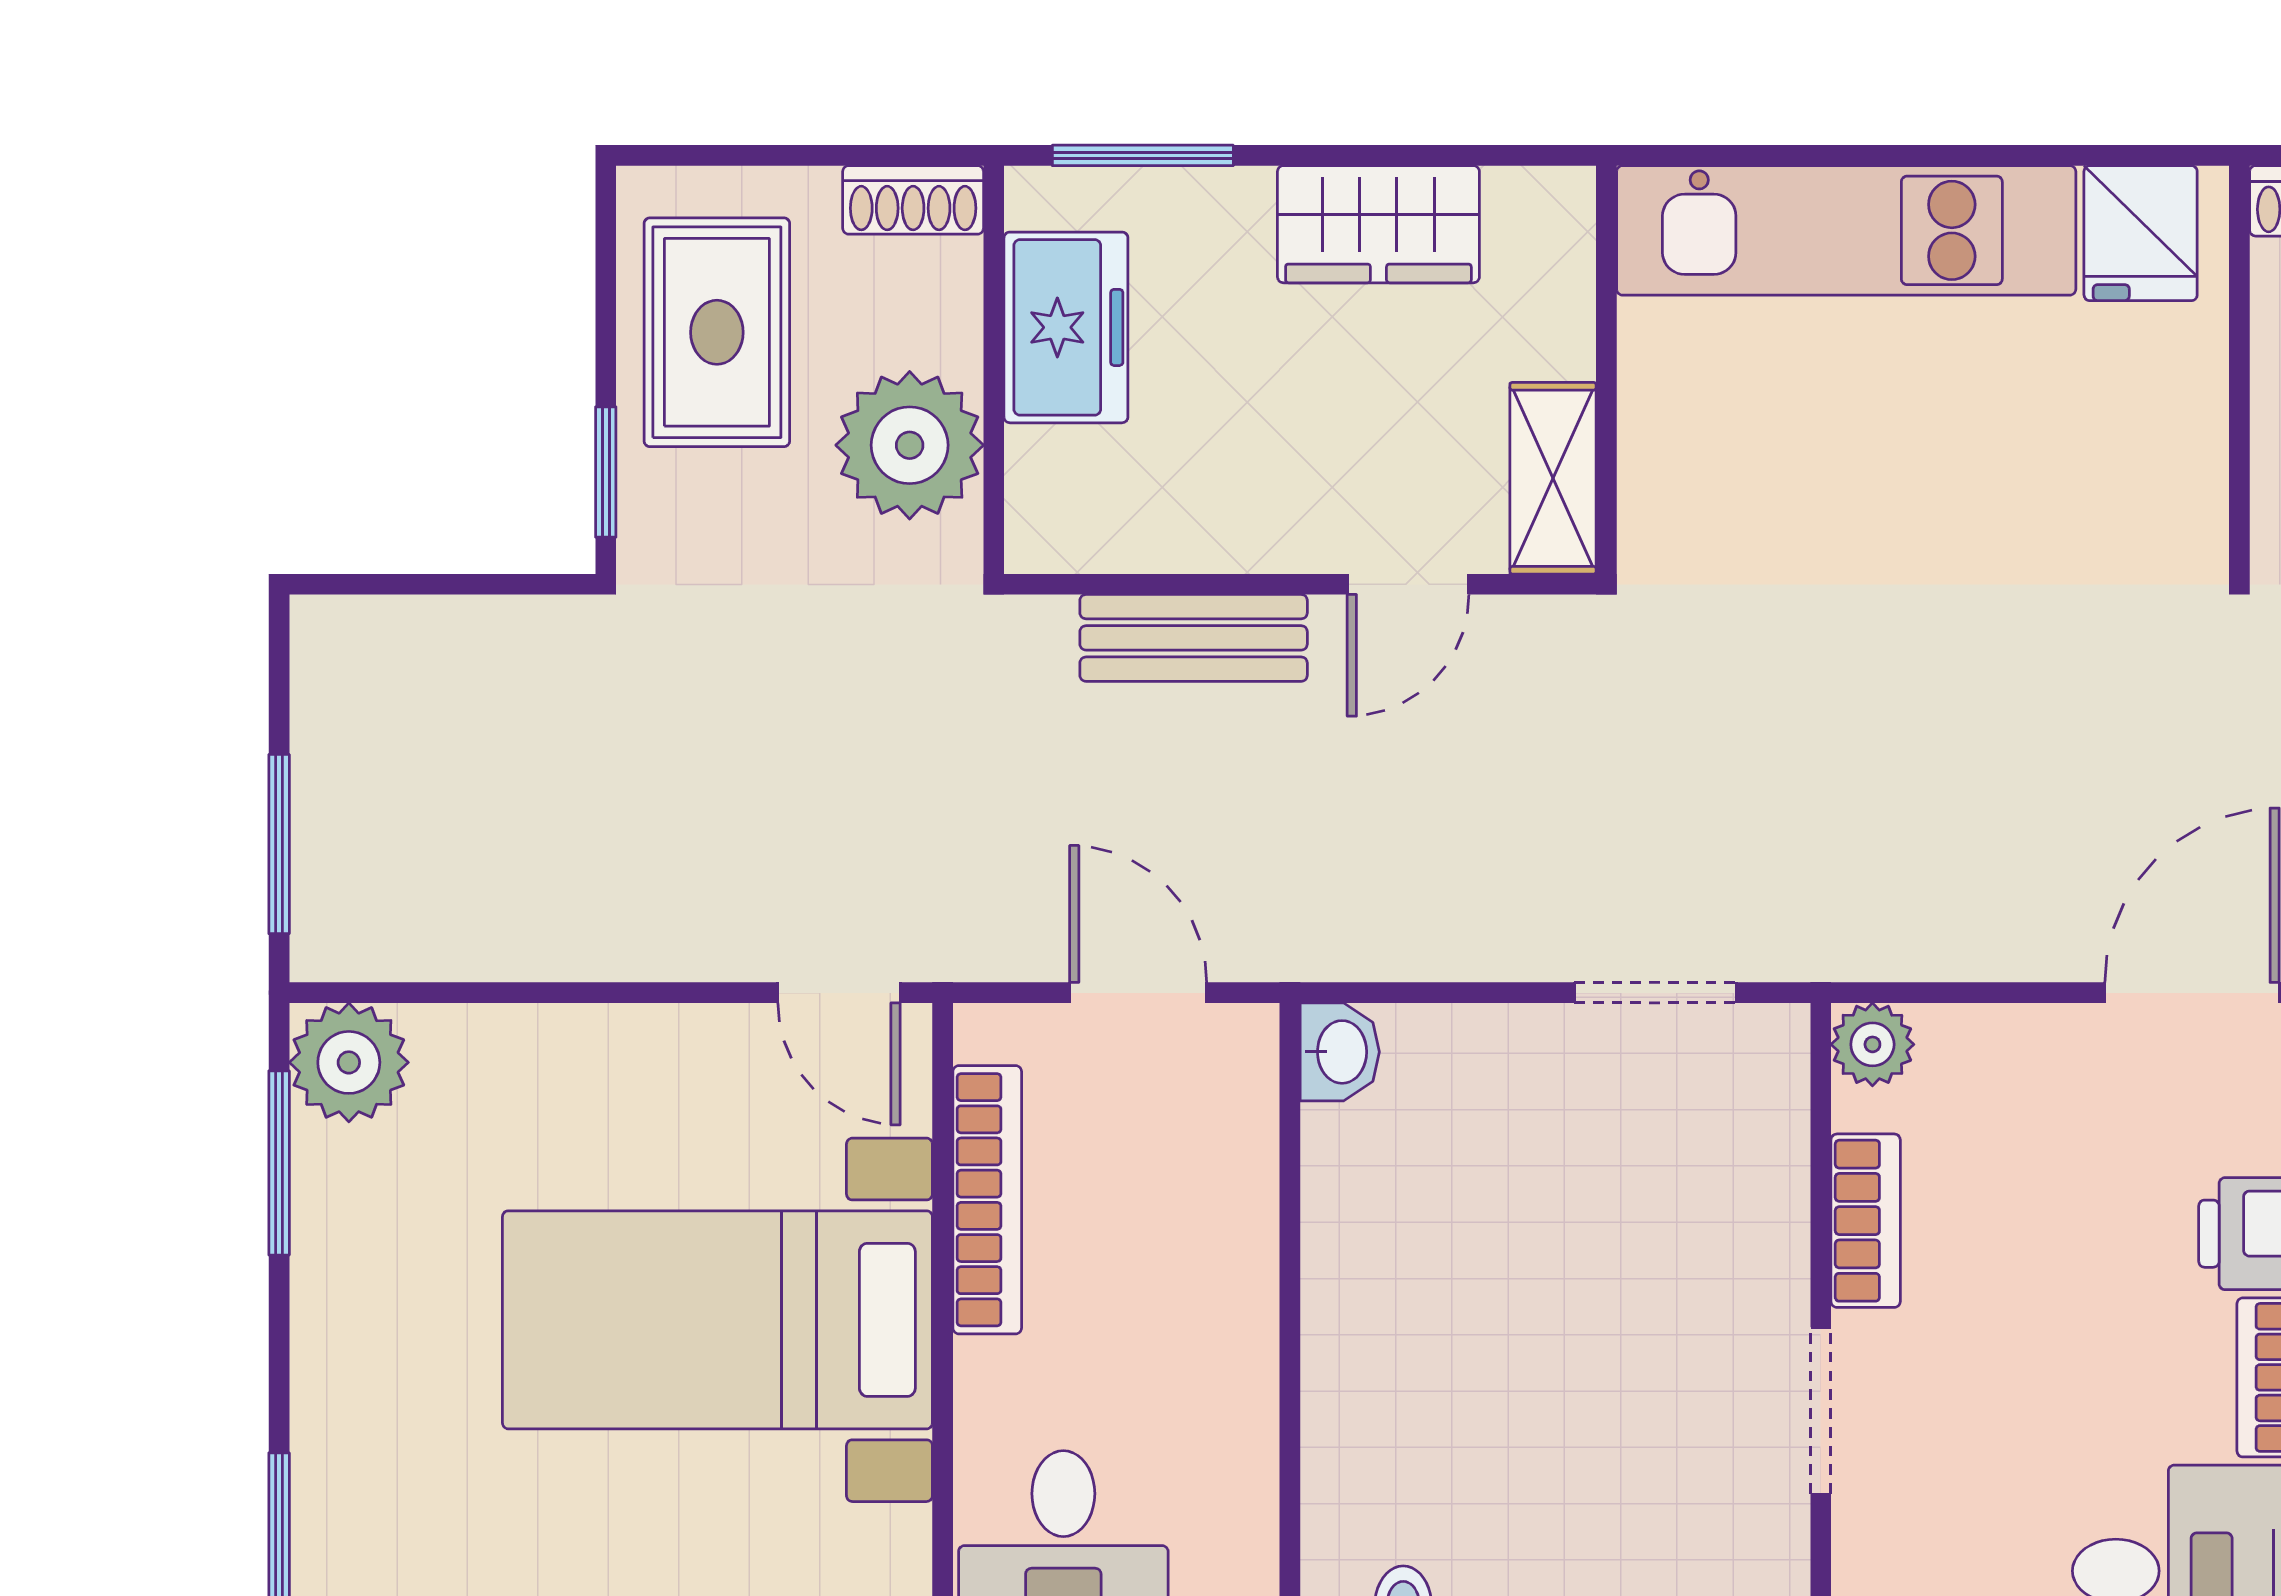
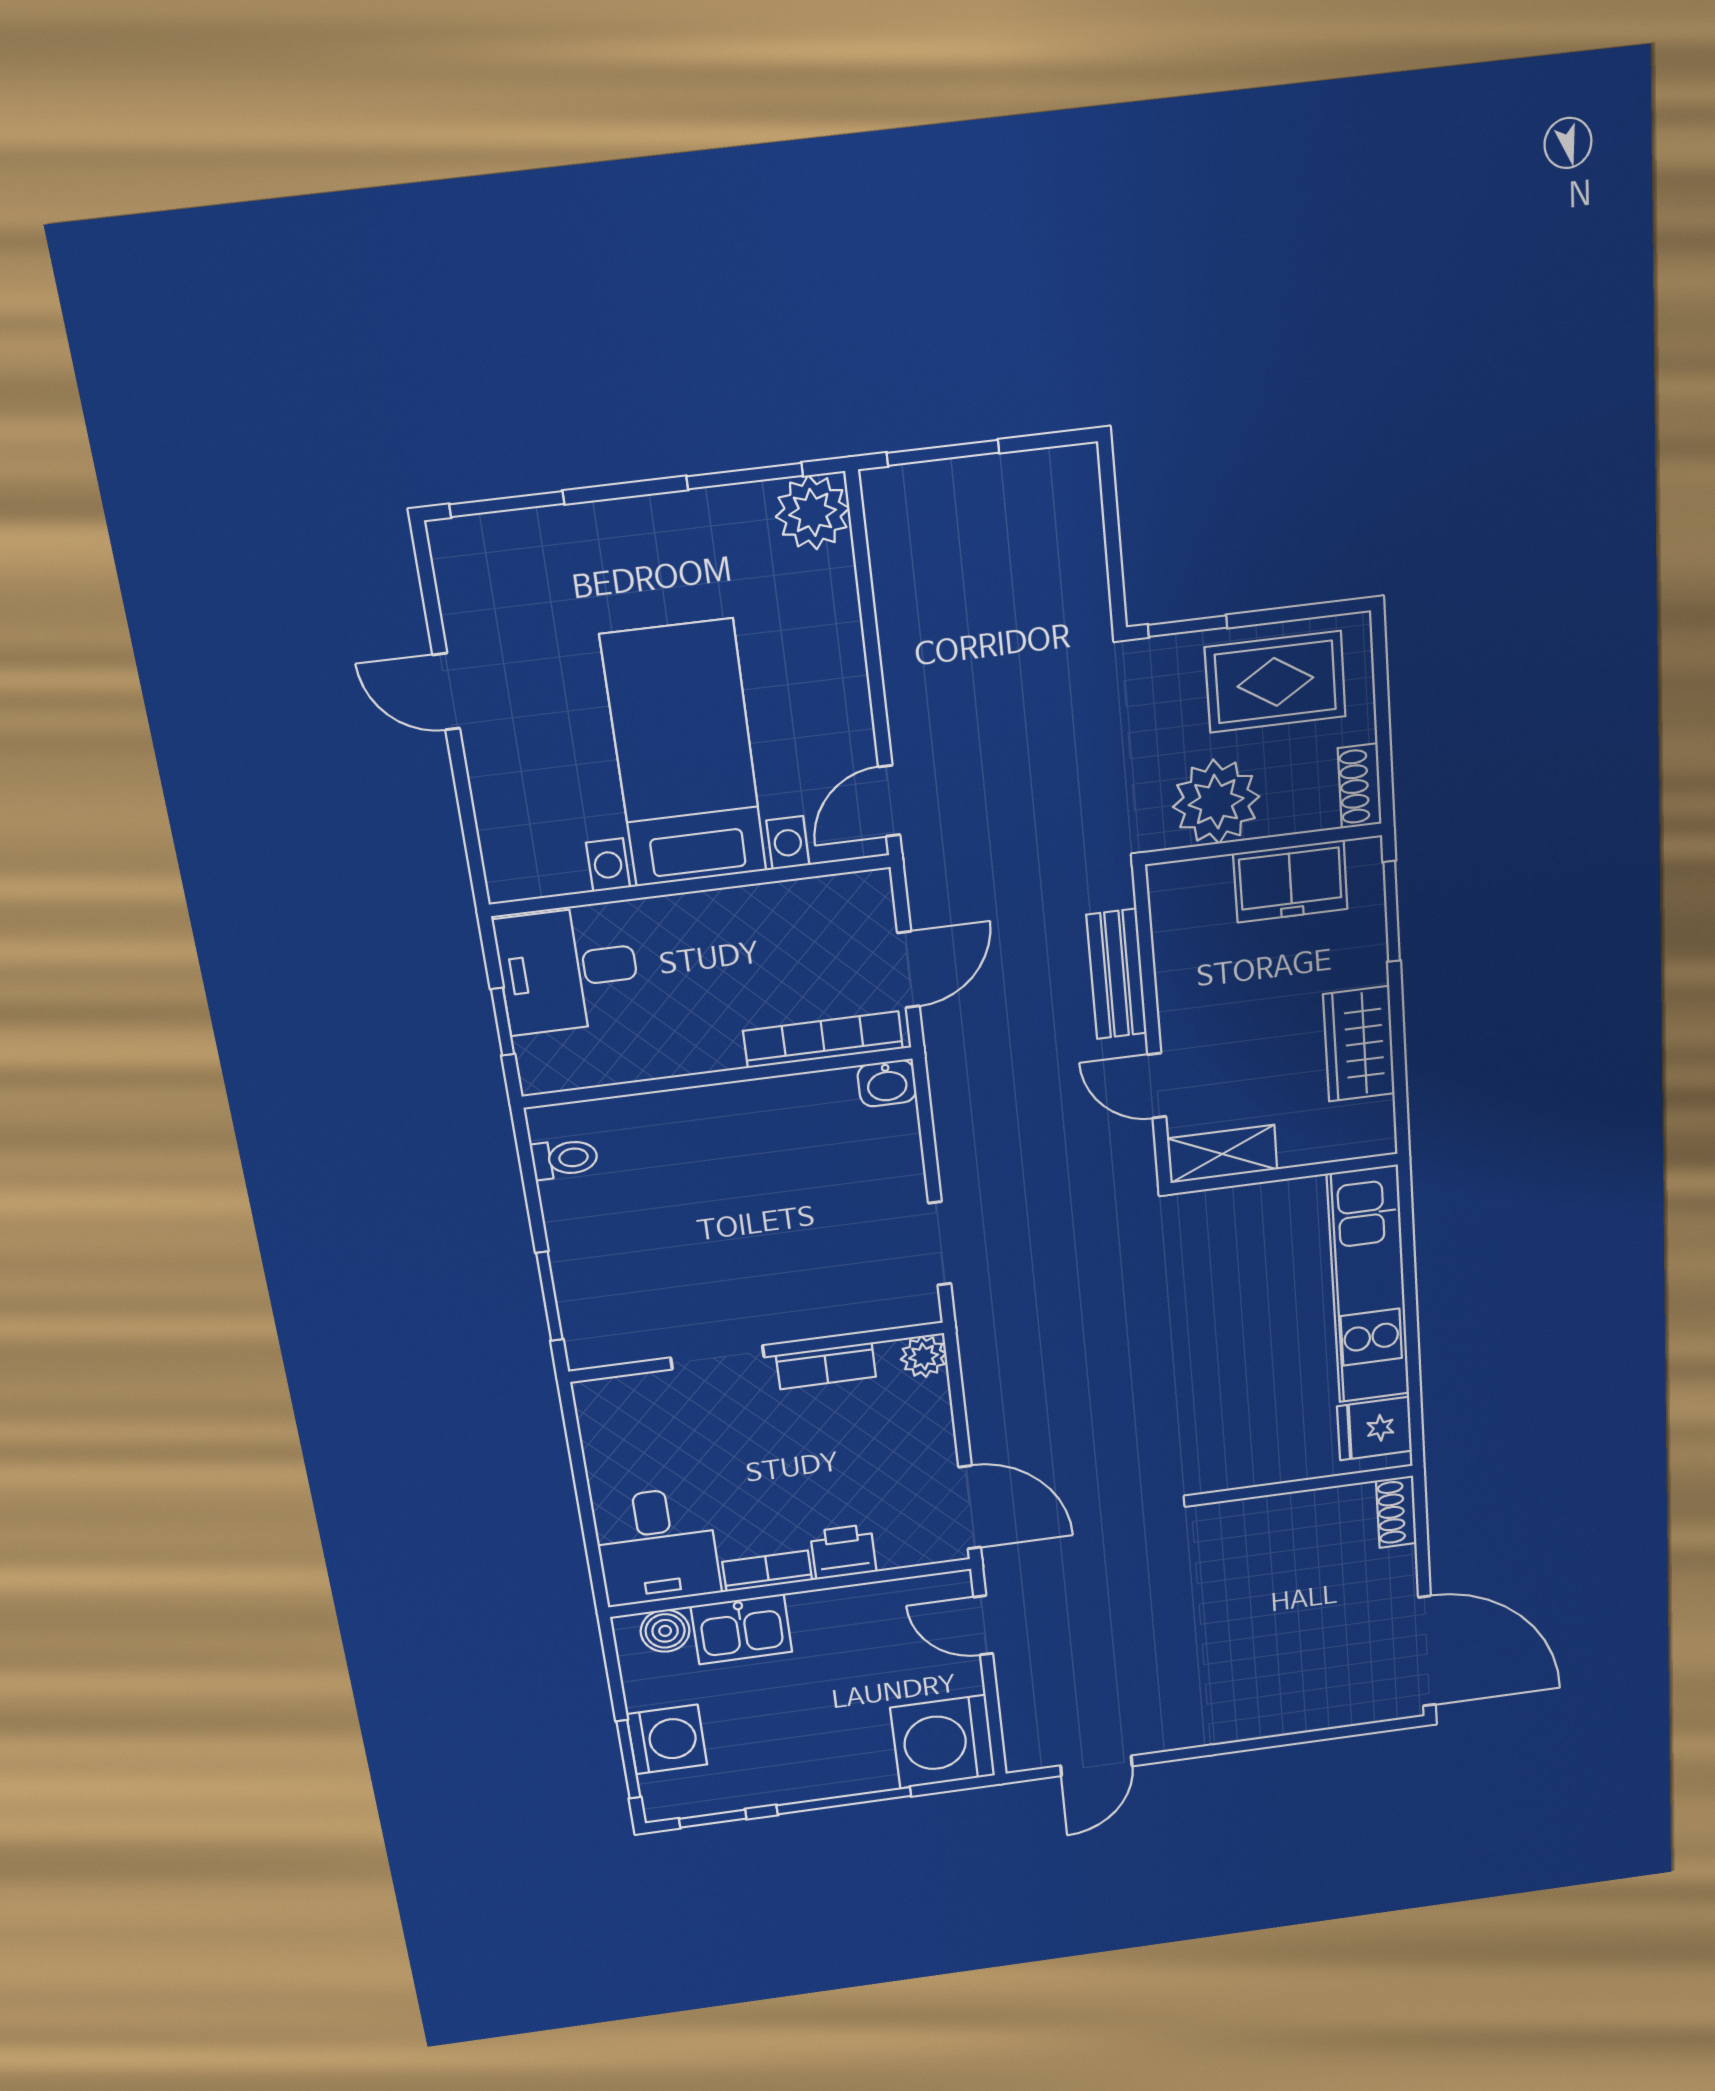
bookcase: (987, 1200) -> (823, 1040), moved, turned 180

